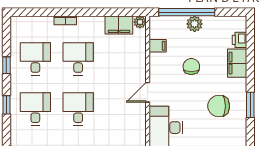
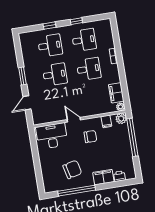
plant: (195, 24) -> (121, 119), moved
chair: (191, 66) -> (90, 137), moved
window: (250, 105) -> (77, 191), width x2.11
chair: (219, 106) -> (72, 169), turned 77

